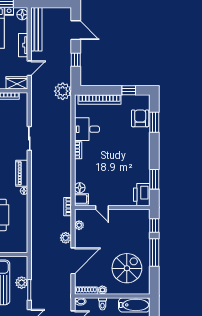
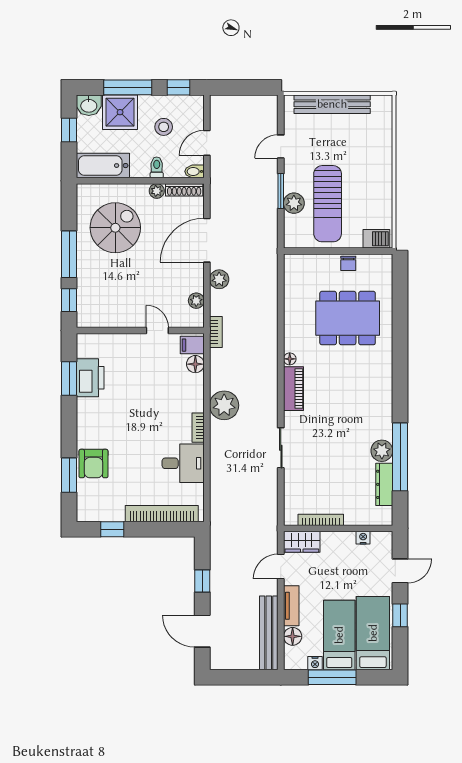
floor lamp: (22, 15) -> (293, 636), moved
plant: (63, 91) -> (224, 405), moved
armchair: (140, 118) -> (93, 464), moved
printer: (142, 195) -> (90, 378), moved
spiral stairs: (127, 268) -> (115, 228), turned 180

